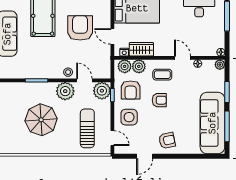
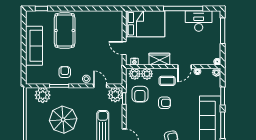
armchair: (80, 28) -> (65, 72), moved, width x0.53, depth x0.53
wardrobe: (141, 49) -> (159, 59), moved
door: (183, 58) -> (184, 67), swing flipped
plant: (65, 91) -> (43, 95), moved
side table: (129, 117) -> (139, 117), removed

